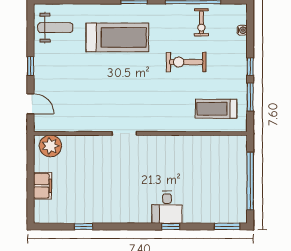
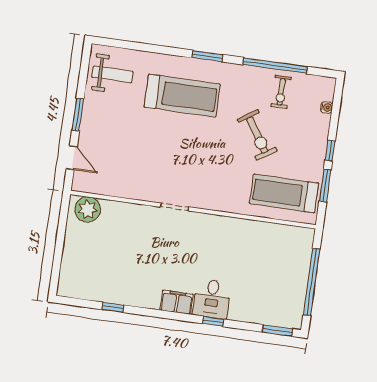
exercise bike: (186, 62) -> (257, 135), turned -123
window: (31, 66) -> (78, 114), width x1.50
treadmill: (216, 109) -> (284, 193), width x1.37, depth x1.38
filing cabinet: (42, 186) -> (177, 302), moved, turned -90

